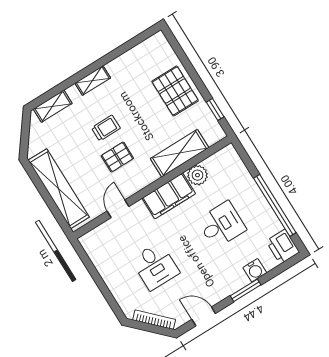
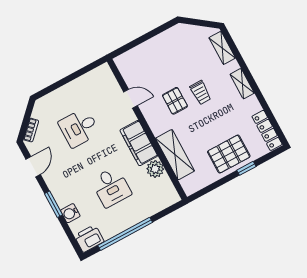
locker: (145, 48) -> (267, 130), added
window: (215, 109) -> (246, 168), moved
shelving: (59, 189) -> (151, 49), removed
bookcase: (154, 320) -> (31, 130), width x0.64

